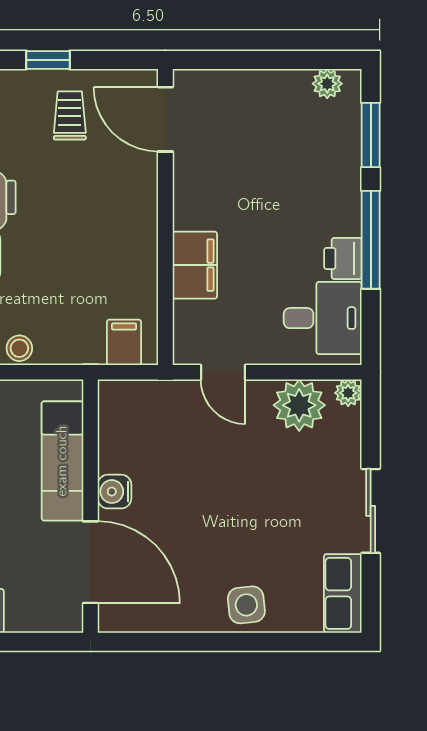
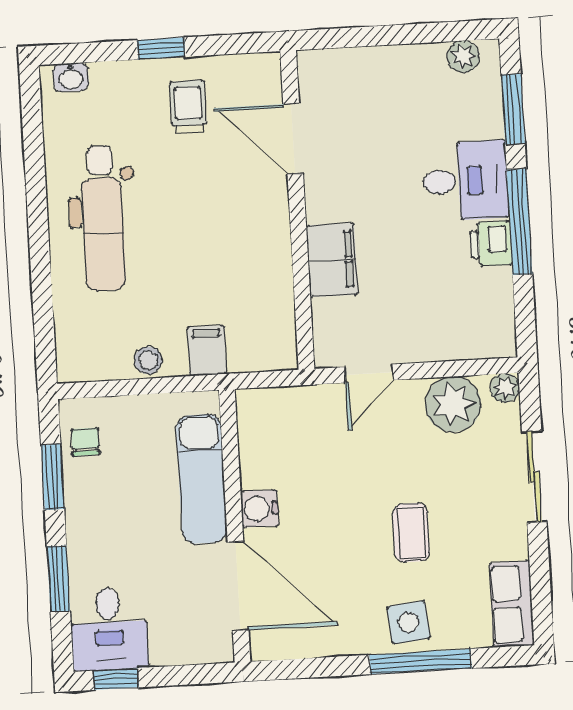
door: (165, 119) -> (293, 139), moved
desk: (323, 318) -> (465, 181), moved
filing cabinet: (124, 342) -> (207, 351), moved
door: (223, 372) -> (369, 374), hinge flipped
sliding door: (371, 511) -> (534, 477), moved
coffee table: (254, 522) -> (411, 533), added
window: (255, 642) -> (421, 661), added

